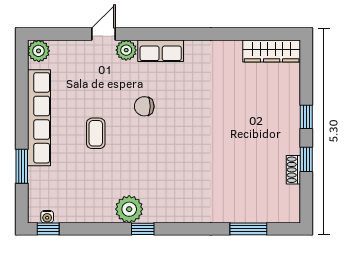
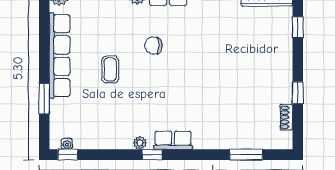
window: (306, 117) -> (298, 27), moved
shoe rack: (293, 170) -> (286, 117), moved
plant: (129, 209) -> (140, 143), width x0.53, depth x0.53
row of seats: (166, 213) -> (173, 140), added

